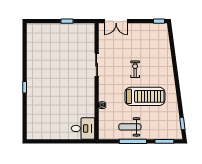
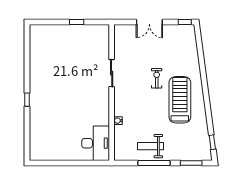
double door: (116, 21) -> (149, 22), moved
treadmill: (145, 96) -> (180, 100), moved, turned -90
desk: (83, 128) -> (96, 143), width x1.37

